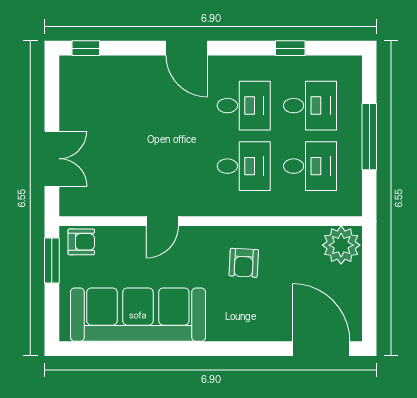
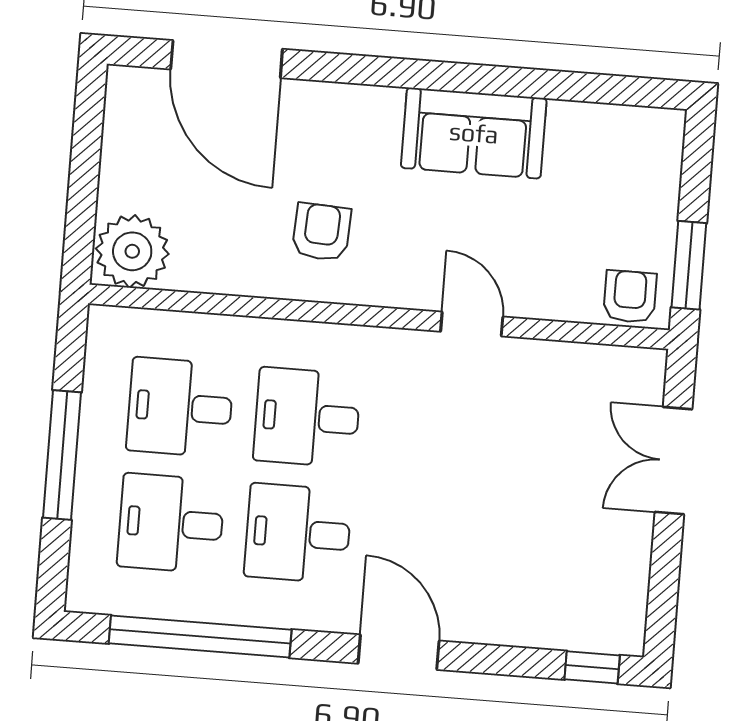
window: (290, 48) -> (200, 636), width x3.17
door: (162, 221) -> (472, 324), hinge flipped
armchair: (81, 242) -> (630, 297), turned 90
sofa: (138, 315) -> (474, 133), width x0.54, depth x0.79
door: (321, 349) -> (227, 59), moved

